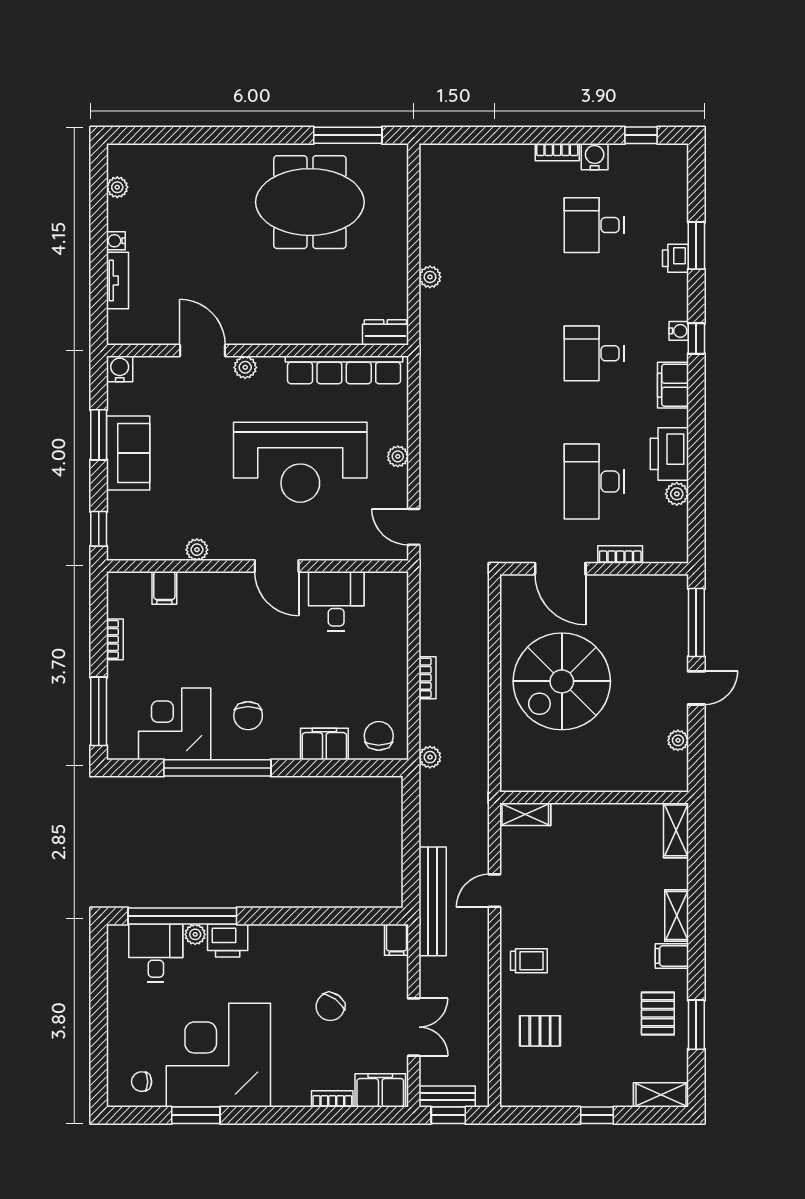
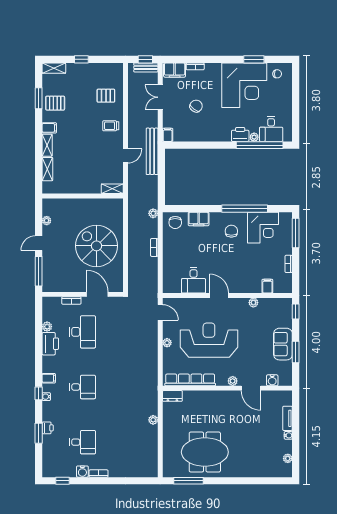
water cooler: (120, 369) -> (272, 380), moved
filing cabinet: (673, 385) -> (49, 378), width x0.50
spiral stairs: (562, 681) -> (97, 246), turned -90
shelving: (676, 830) -> (47, 169), moved
pallet: (658, 1014) -> (55, 103), turned 90

